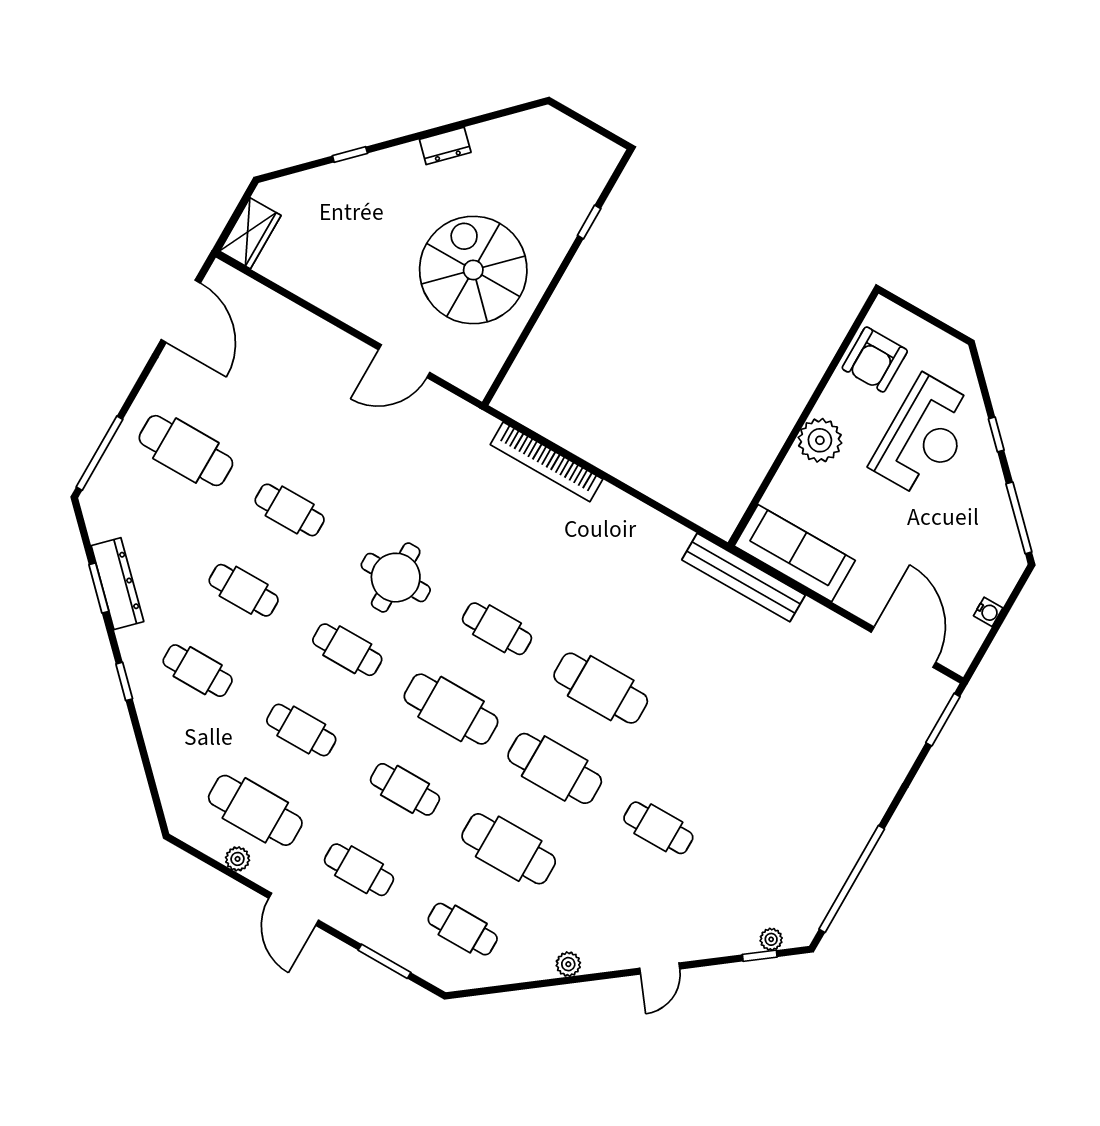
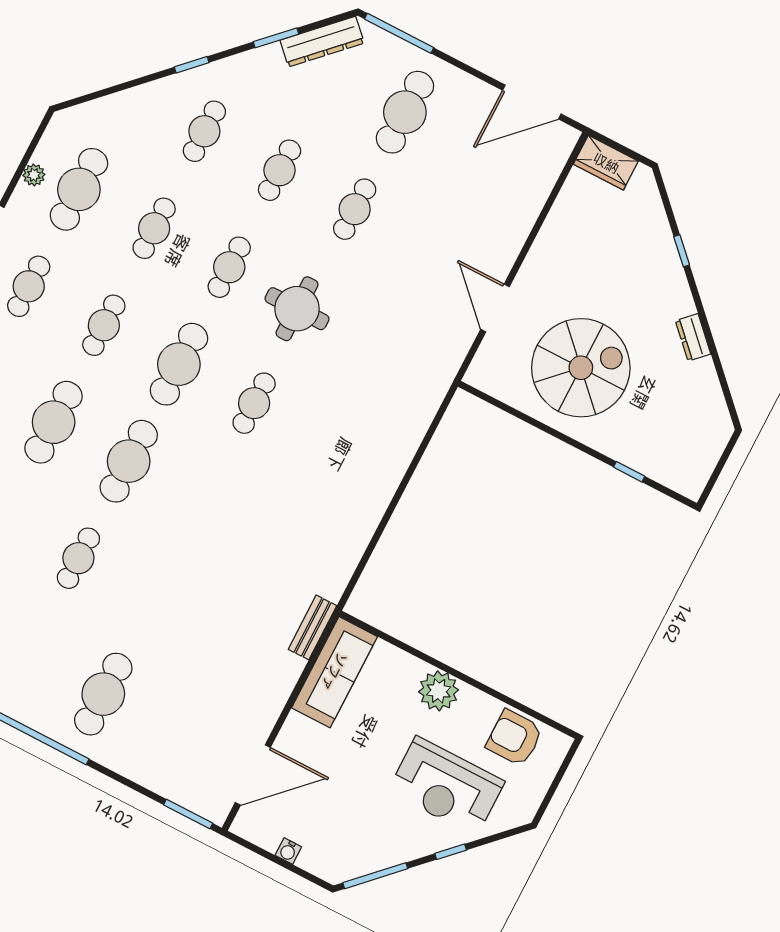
bookcase: (546, 462) -> (408, 442), removed
bench: (743, 578) -> (313, 627), width x0.54, depth x0.82
dresser: (117, 584) -> (322, 42), moved
cafe table: (601, 688) -> (103, 694), moved

